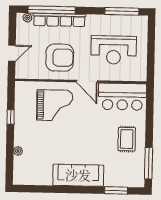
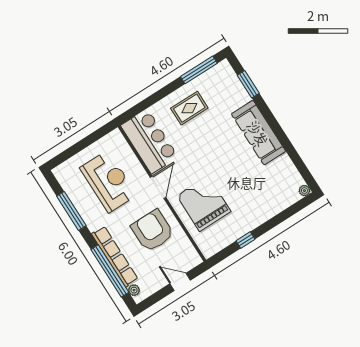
window: (122, 11) -> (71, 211), moved
plant: (18, 151) -> (304, 191), moved

